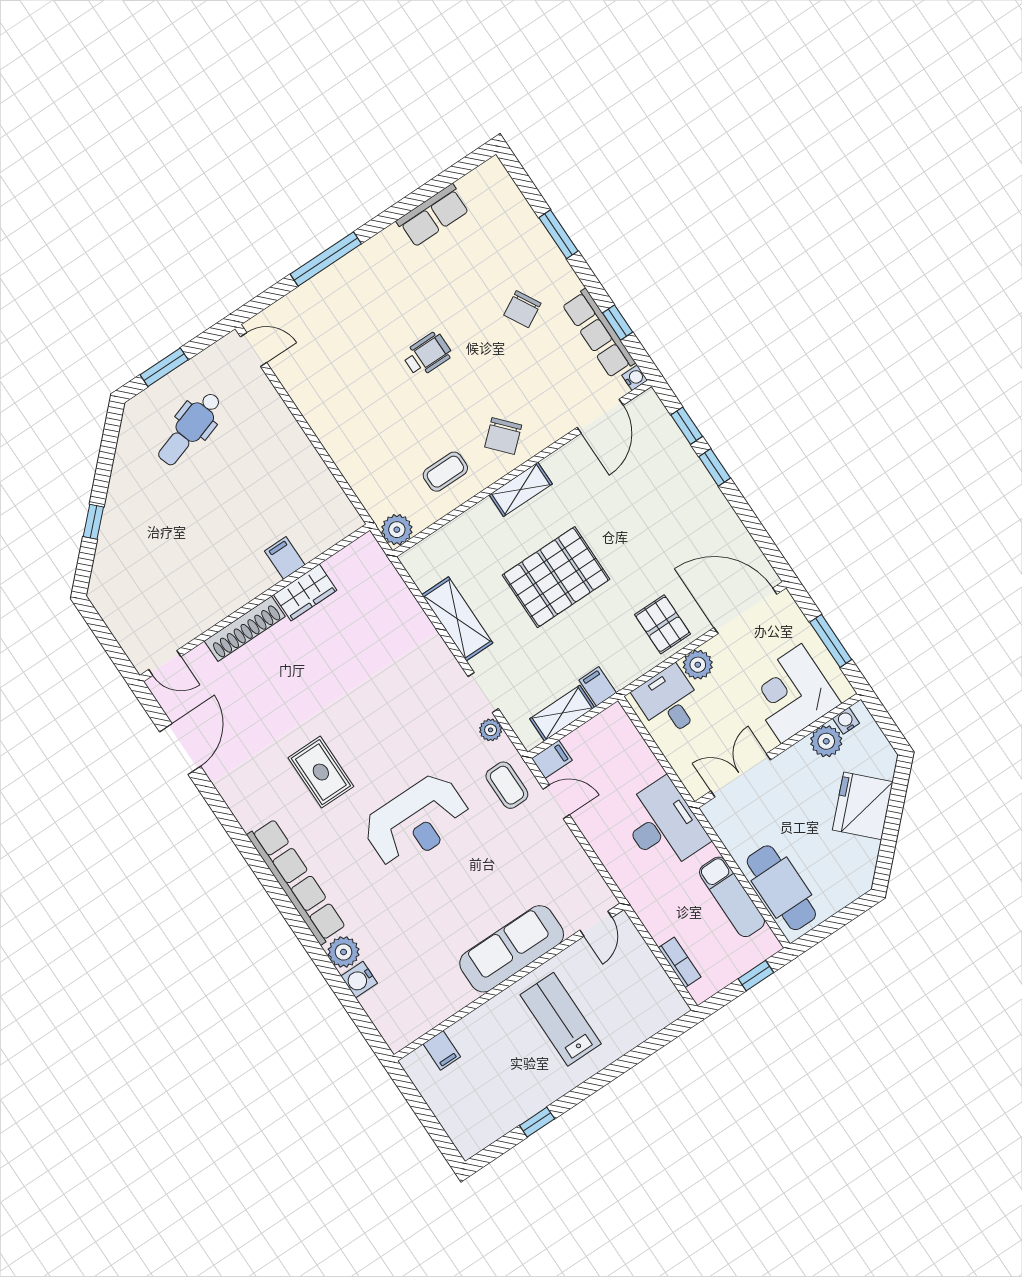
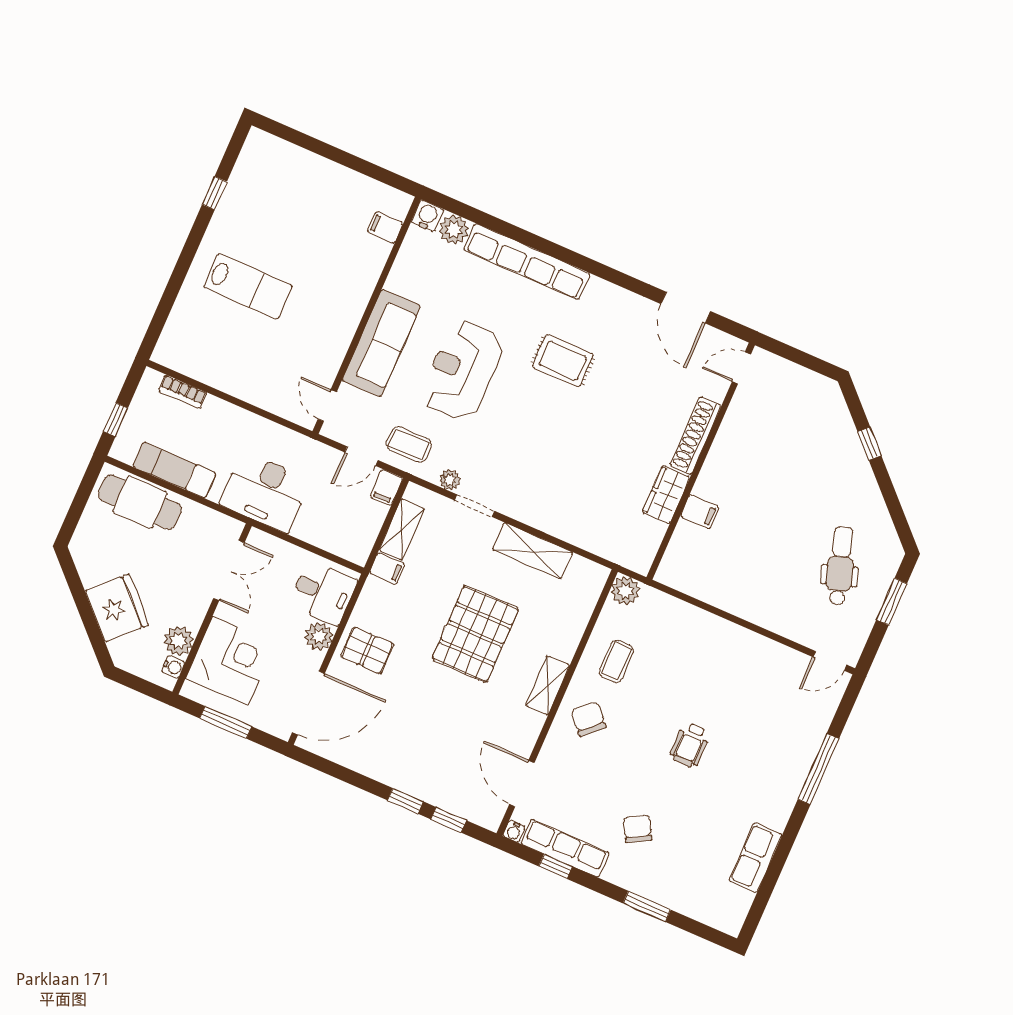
door: (596, 924) -> (327, 406), moved
sofa: (512, 949) -> (381, 343), moved
wall: (509, 982) -> (367, 315), moved
filing cabinet: (442, 1050) -> (385, 227), moved

